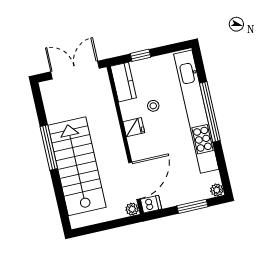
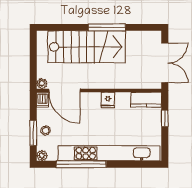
stool: (153, 106) -> (46, 130), moved
window: (210, 112) -> (81, 164), moved

